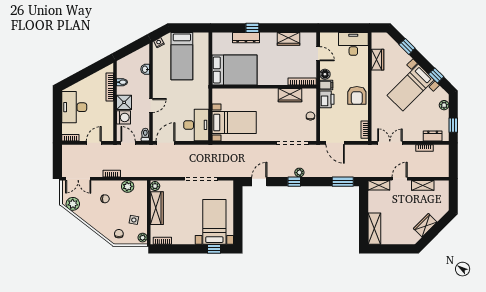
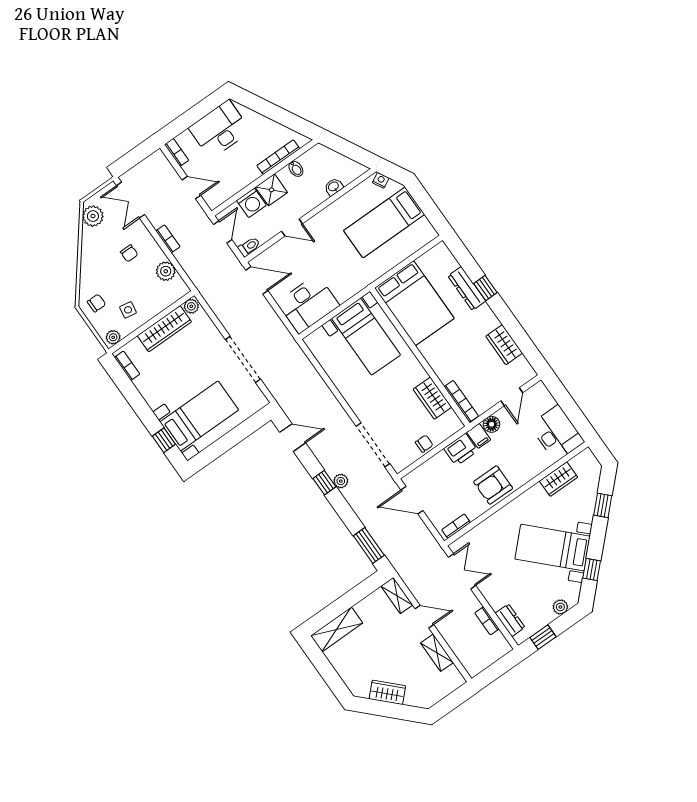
bed with nightstands: (234, 123) -> (366, 337), moved
door: (335, 143) -> (412, 500), hinge flipped

